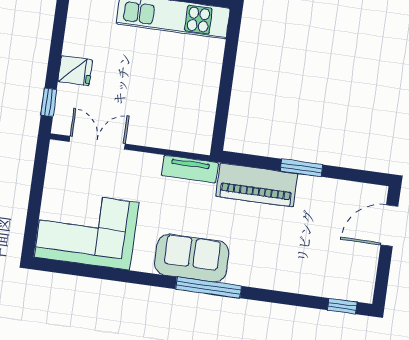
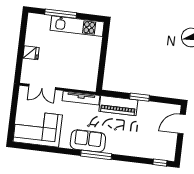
window: (49, 102) -> (19, 68), removed
double door: (97, 143) -> (42, 87), swing flipped
tv unit: (190, 169) -> (81, 98), width x1.41

